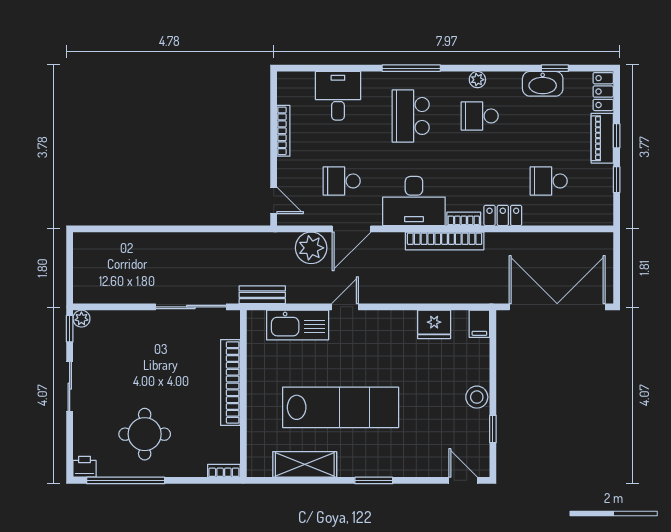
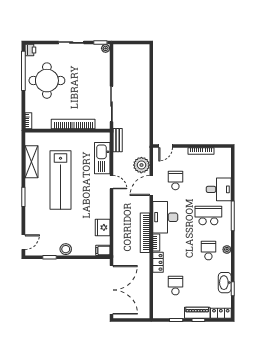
desk: (338, 96) -> (219, 189), moved
door: (352, 229) -> (151, 186), hinge flipped
round table: (145, 434) -> (47, 81), width x1.36, depth x1.36

